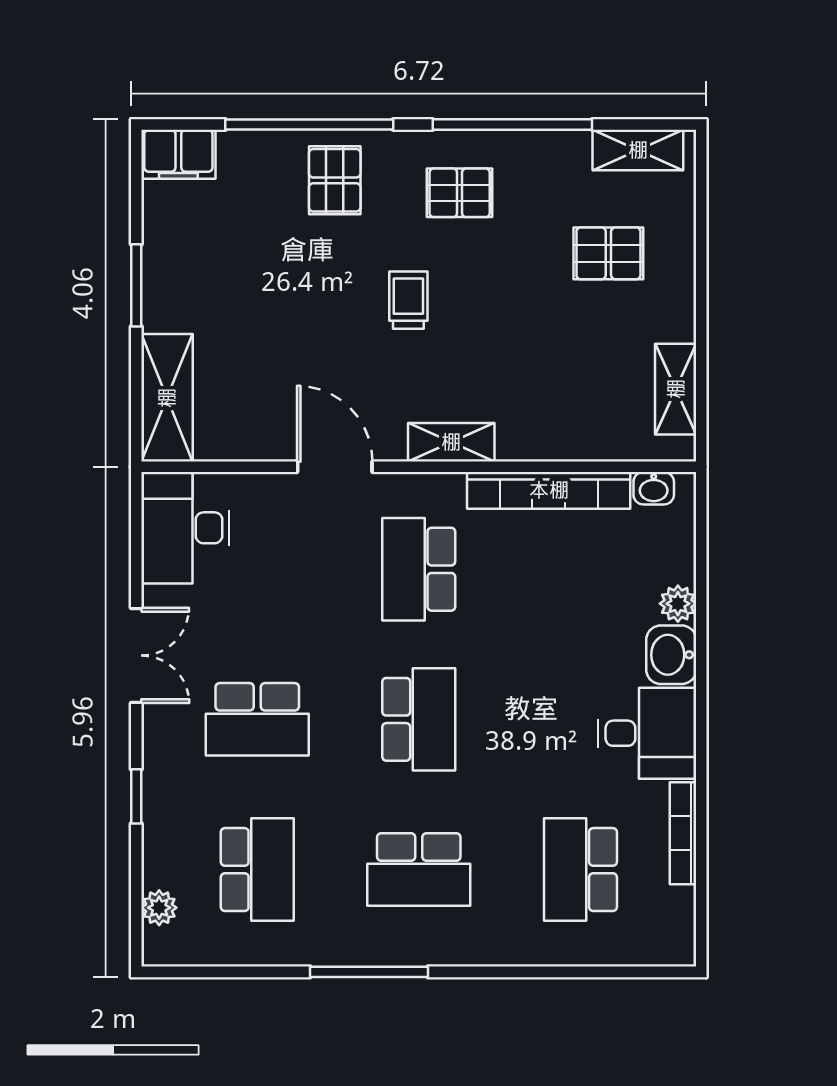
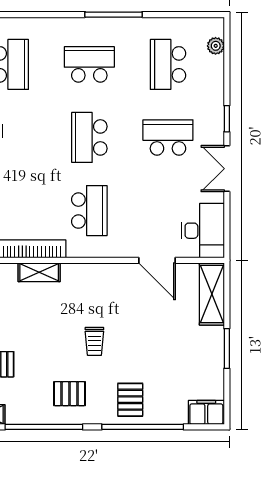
shelving: (451, 442) -> (39, 272), moved
door: (335, 467) -> (157, 260), moved
window: (136, 796) -> (227, 119), moved

